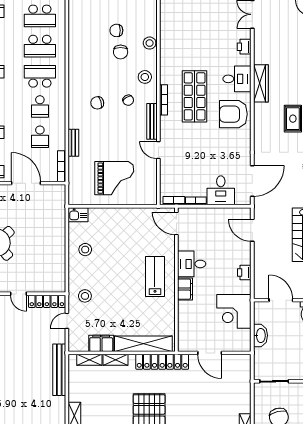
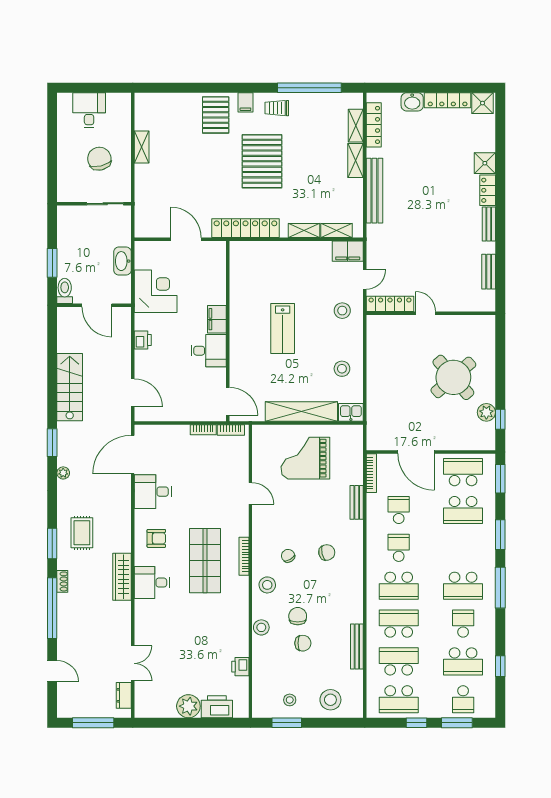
printer: (244, 47) -> (240, 667), moved, turned 180
armchair: (233, 114) -> (156, 538), width x0.53, depth x0.53
bench: (152, 121) -> (357, 646), moved
desk: (221, 190) -> (153, 492), moved, turned -90
lab bench: (155, 276) -> (283, 328), moved
filing cabinet: (101, 343) -> (348, 251), moved
shelving: (143, 344) -> (301, 411), moved
bench: (59, 370) -> (374, 191), moved

